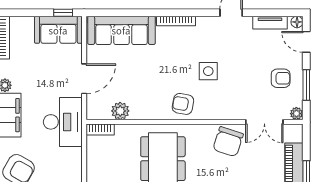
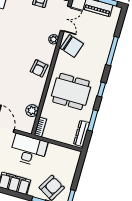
side table: (208, 71) -> (22, 46), removed
plant: (230, 113) -> (54, 39), added

